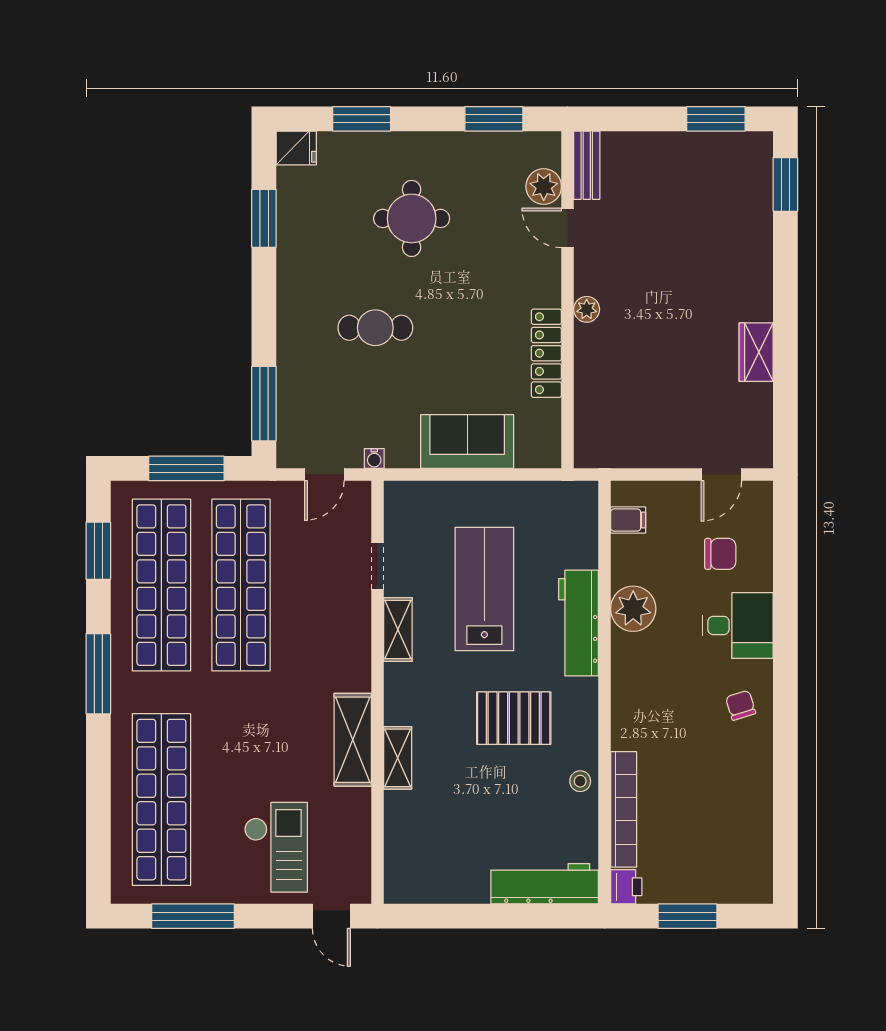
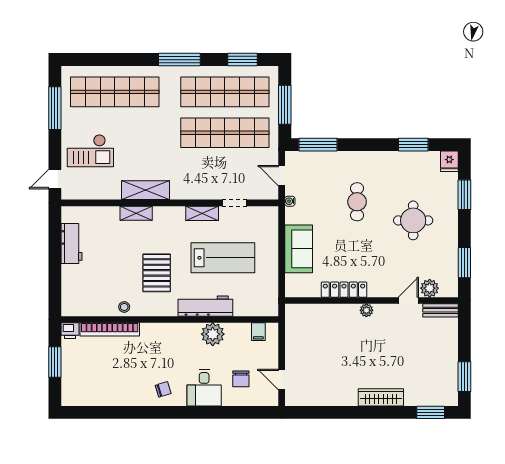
wardrobe: (756, 352) -> (381, 397), moved, width x1.50
workbench: (545, 884) -> (72, 243), moved, width x0.73

